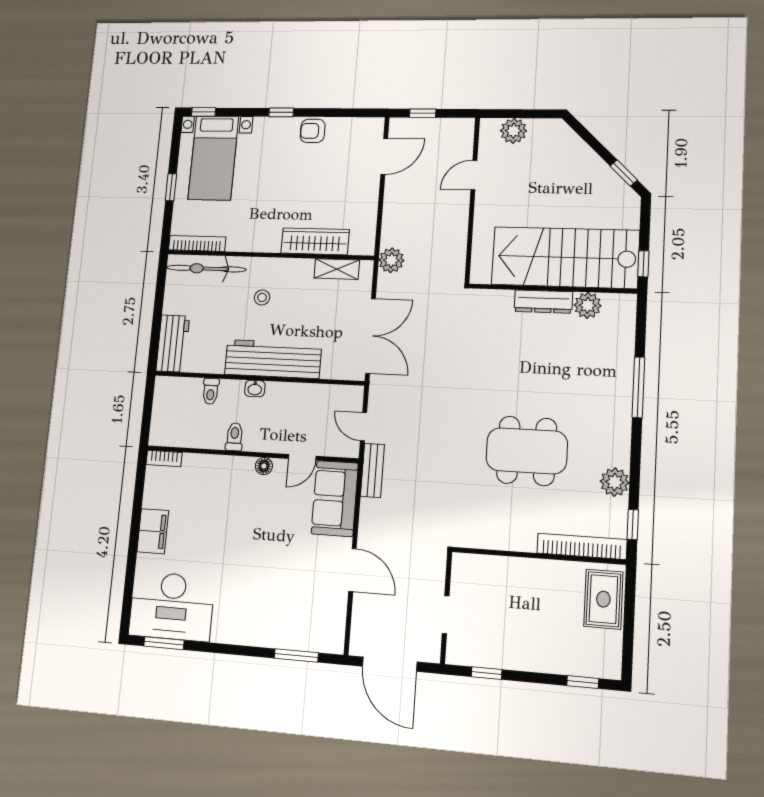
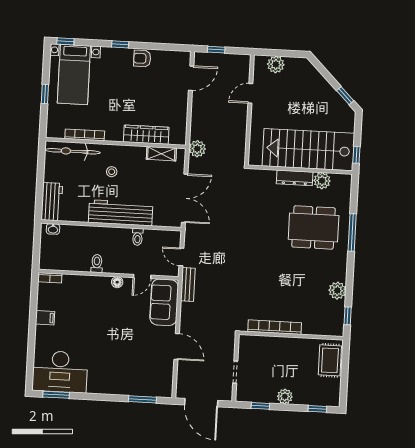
bookcase: (197, 243) -> (85, 135), moved
washbasin: (255, 389) -> (53, 229), moved
toilet: (211, 391) -> (138, 237), moved
dining table: (527, 451) -> (314, 227), moved
filing cabinet: (153, 531) -> (45, 318), width x0.50
bookcase: (582, 546) -> (275, 327), moved
plant: (527, 659) -> (285, 396), added

